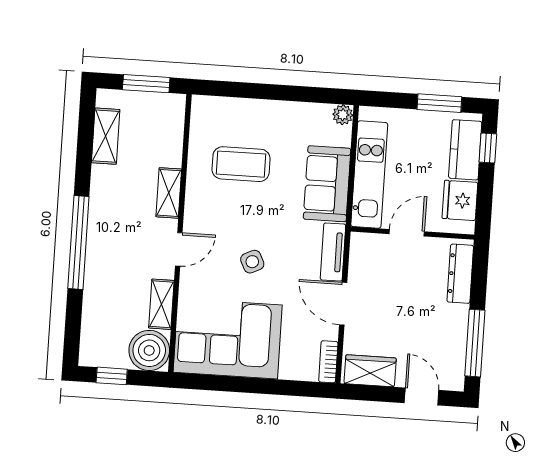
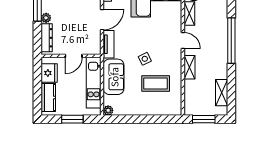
window: (439, 103) -> (72, 119), moved
window: (488, 148) -> (37, 99), removed
door: (179, 249) -> (183, 41), swing flipped
side table: (252, 262) -> (145, 59), moved
door: (343, 304) -> (102, 20), hinge flipped
plant: (459, 315) -> (46, 18), added

